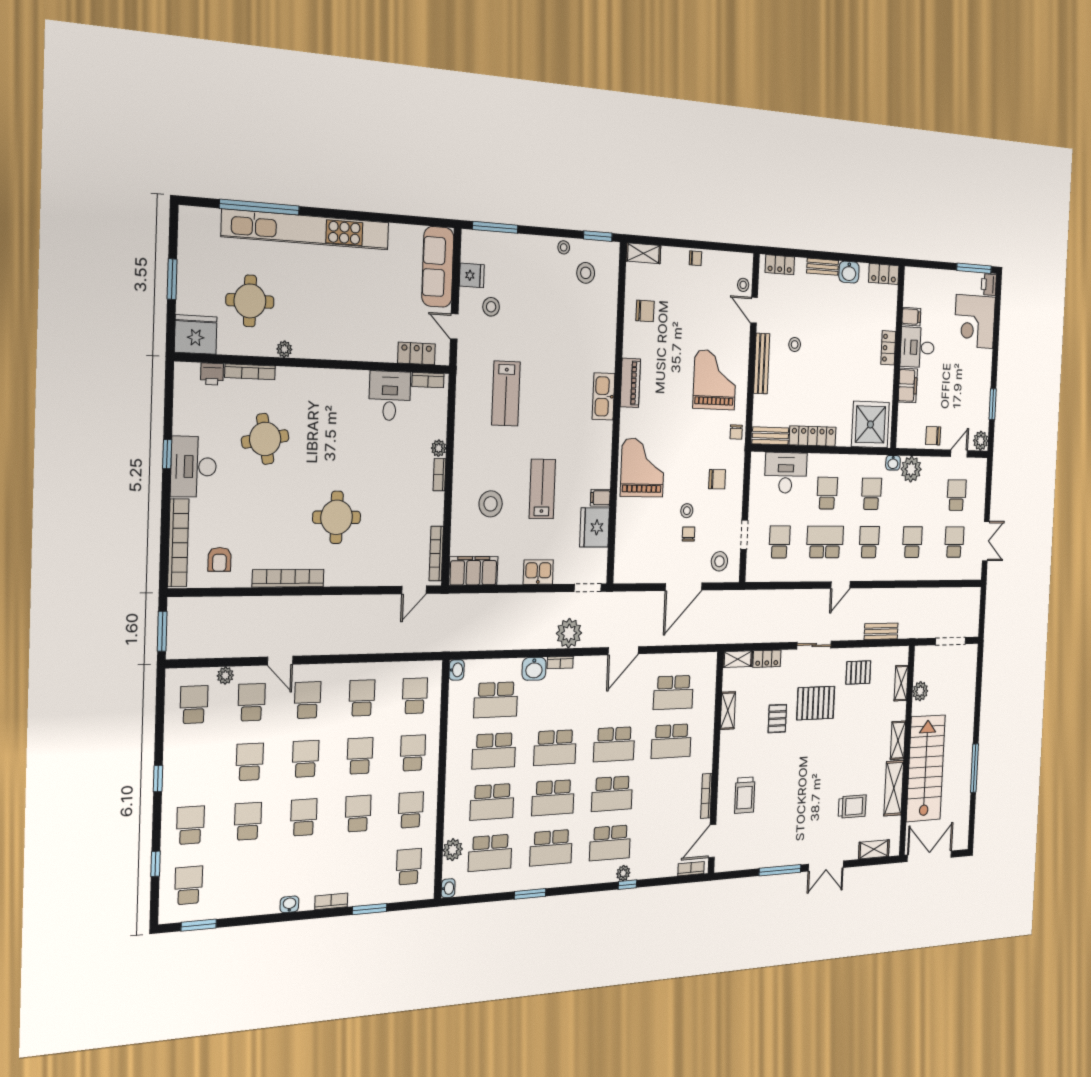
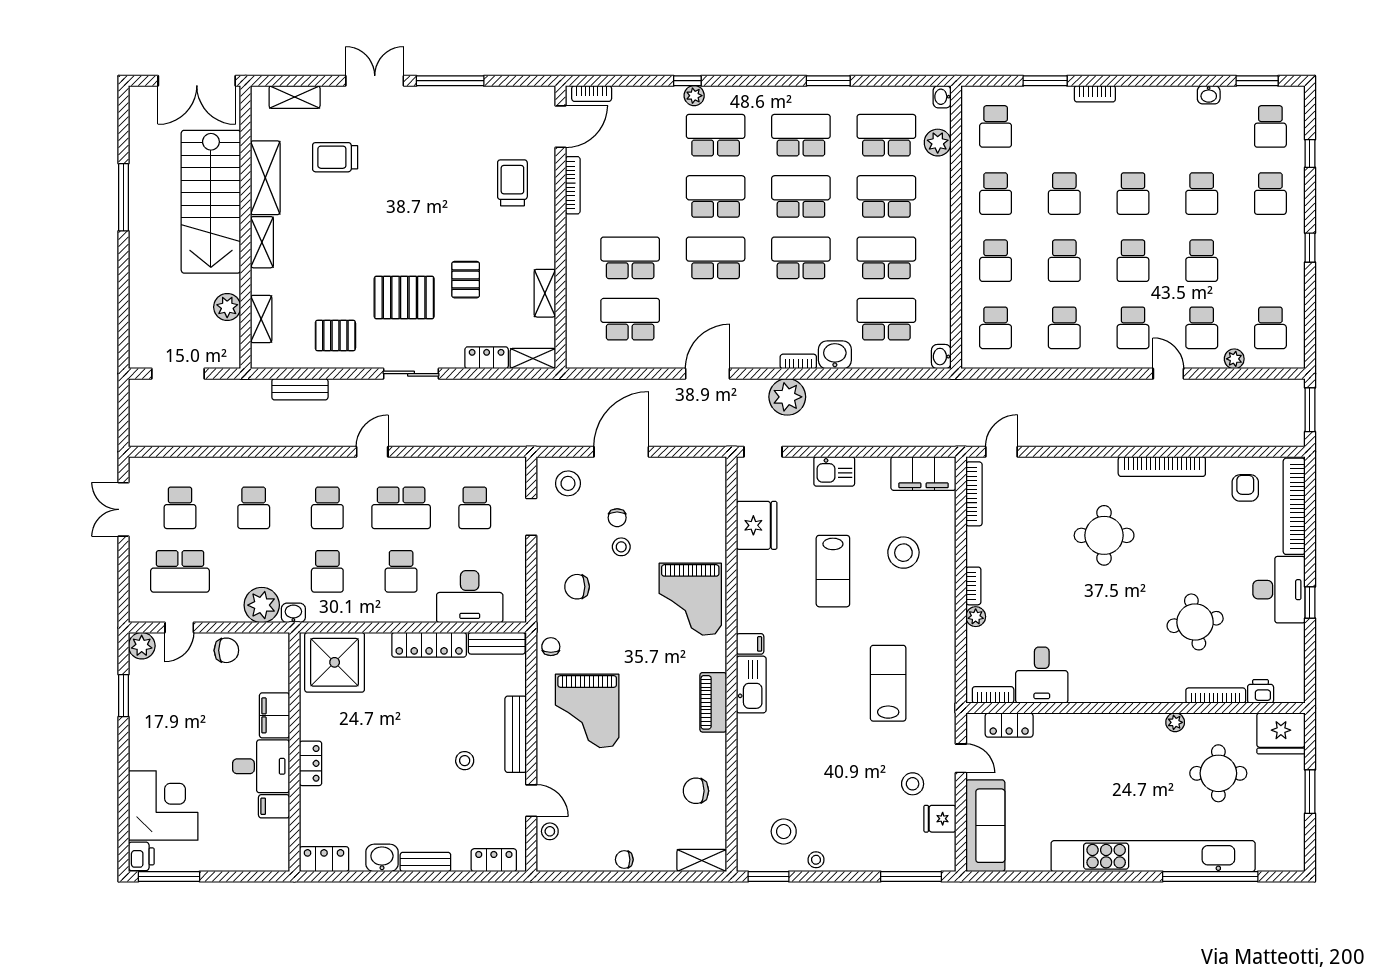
school desk: (957, 495) -> (180, 571), width x1.85
filing cabinet: (600, 498) -> (750, 644), moved
washbasin: (289, 904) -> (1209, 95), moved

